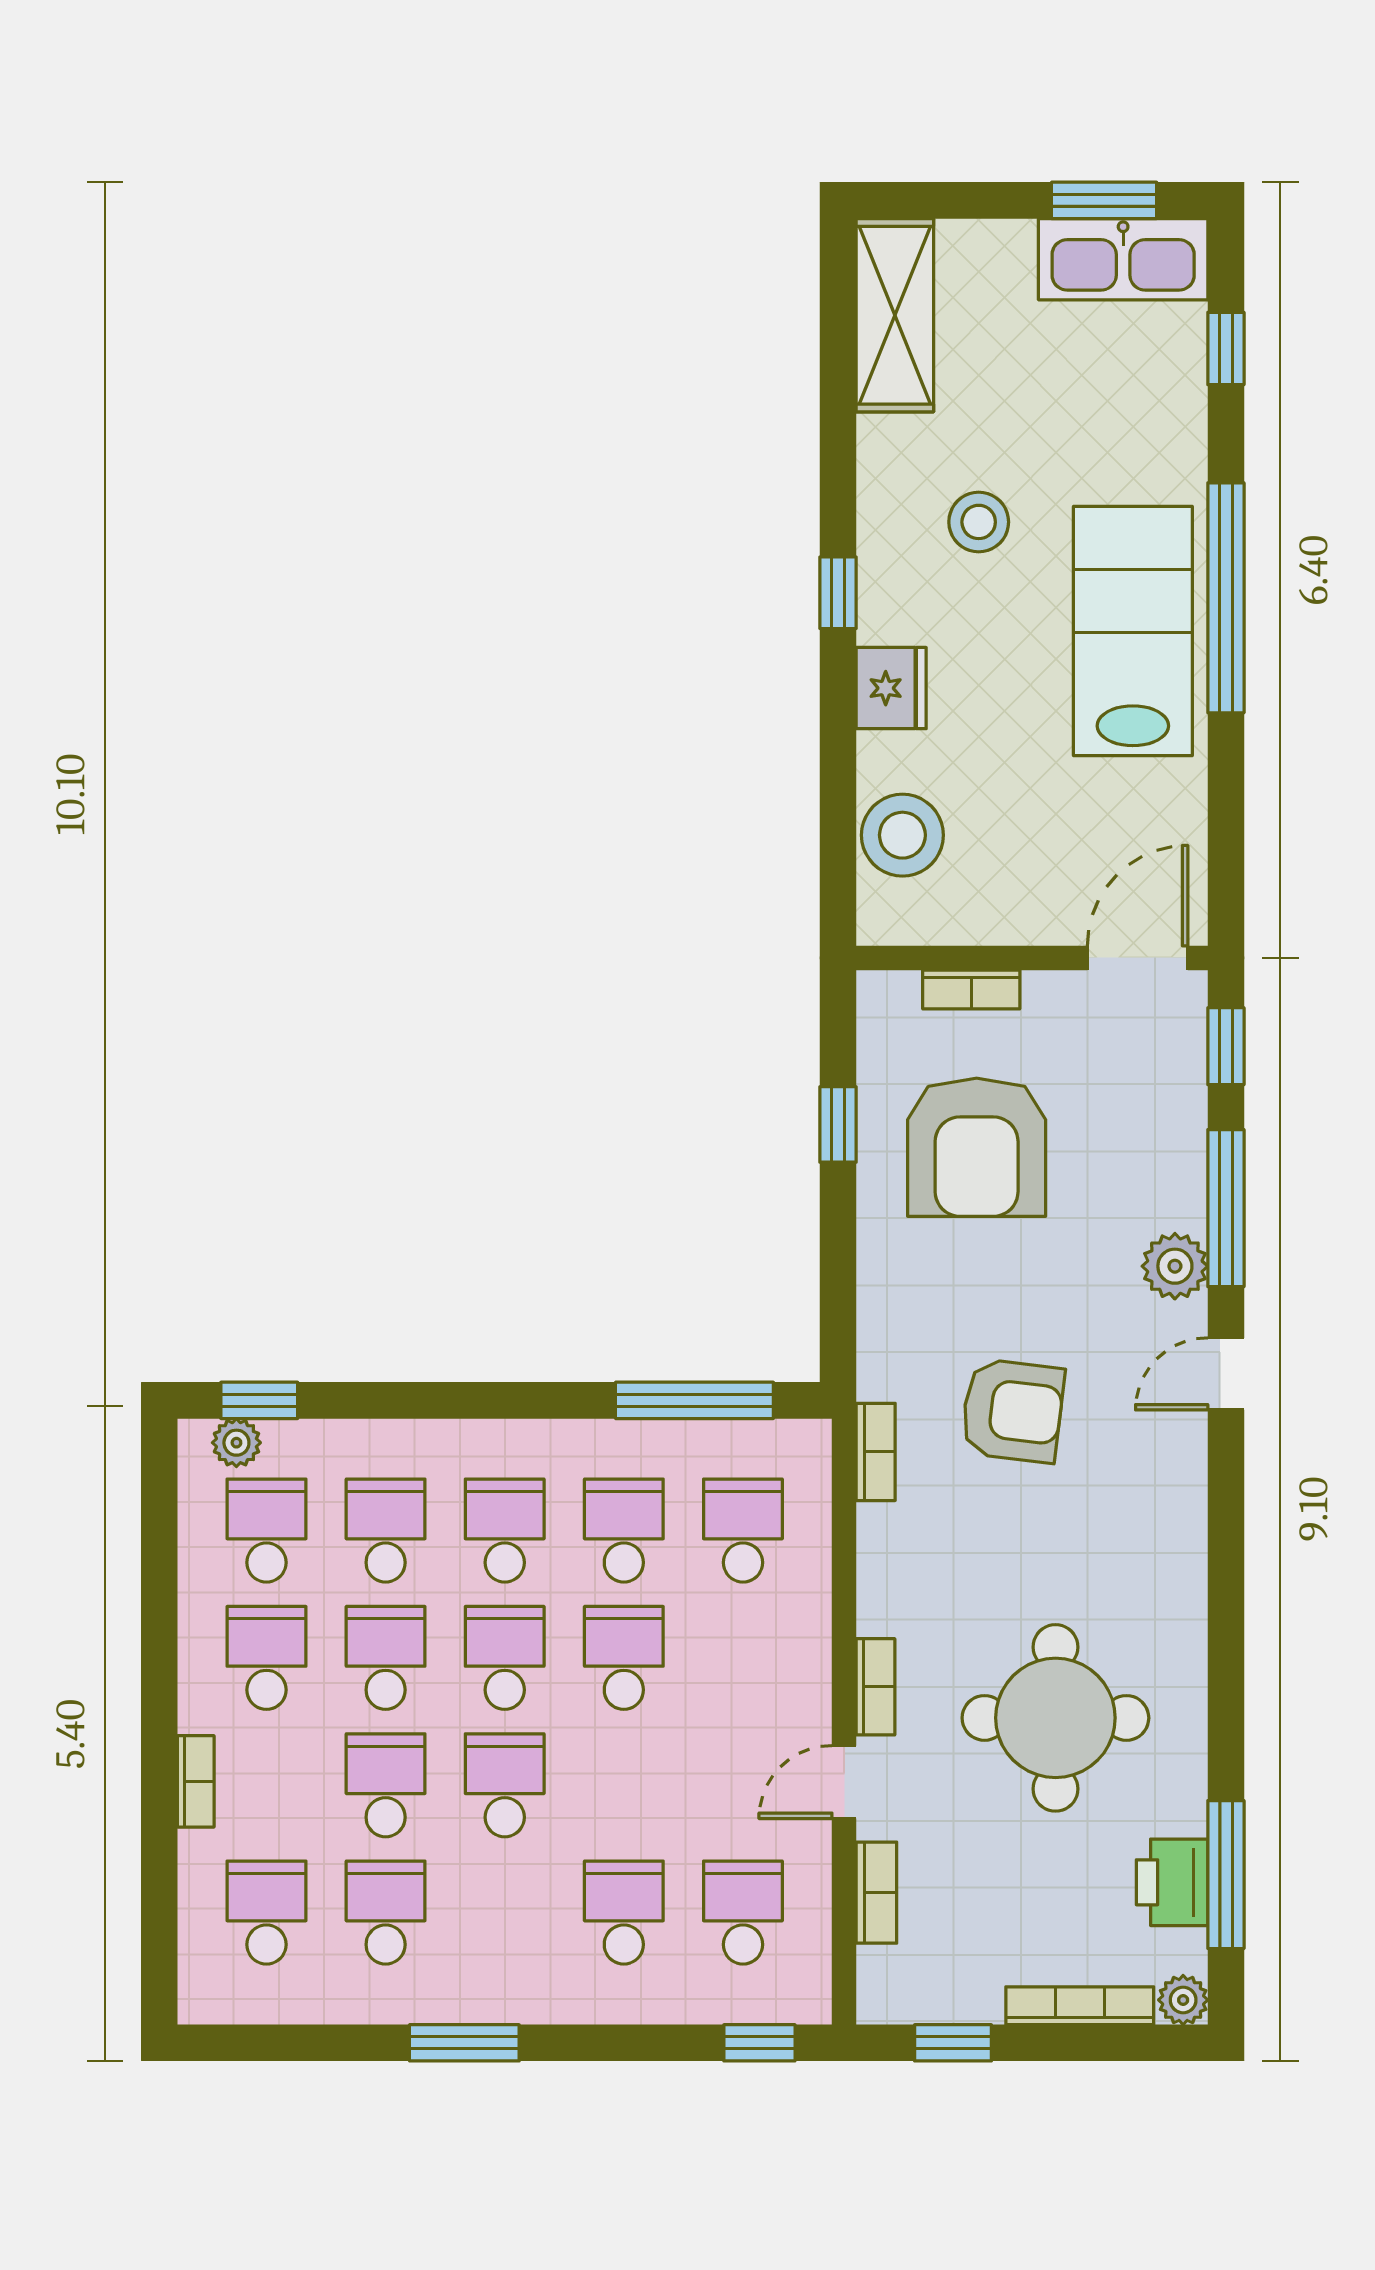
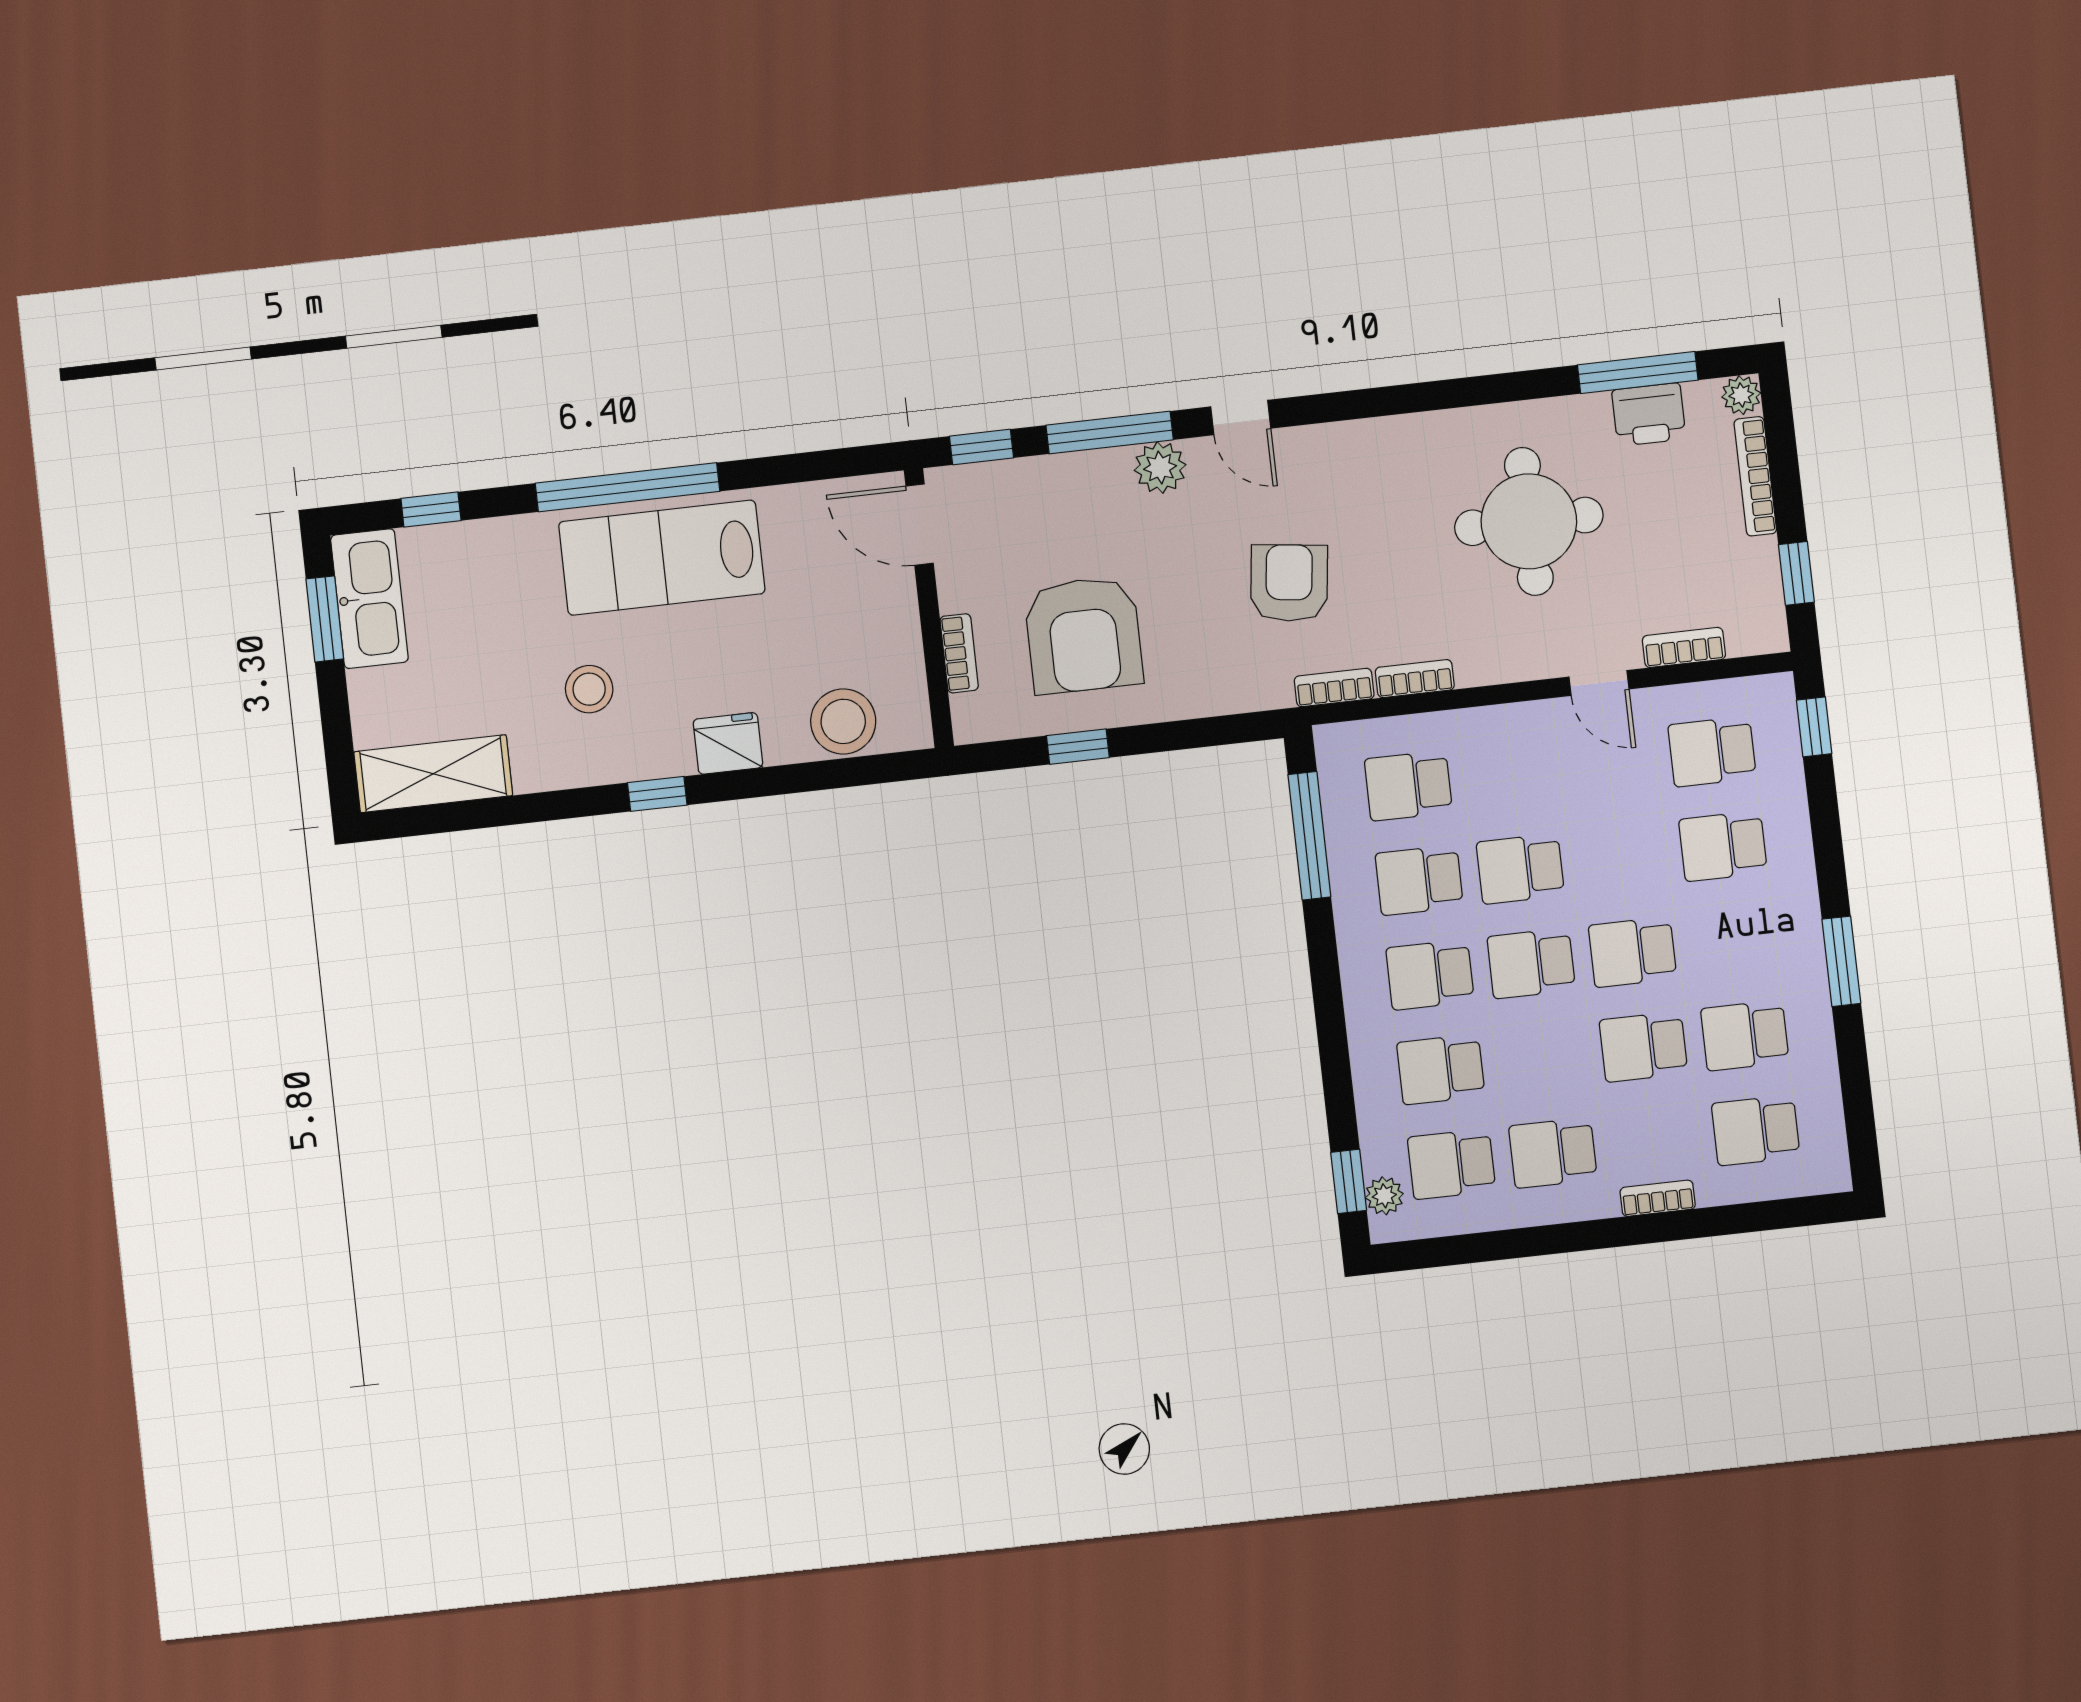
armchair: (977, 1147) -> (1084, 635), turned 90
school desk: (386, 1658) -> (1542, 1058), removed
bookcase: (875, 1687) -> (1415, 679), moved

